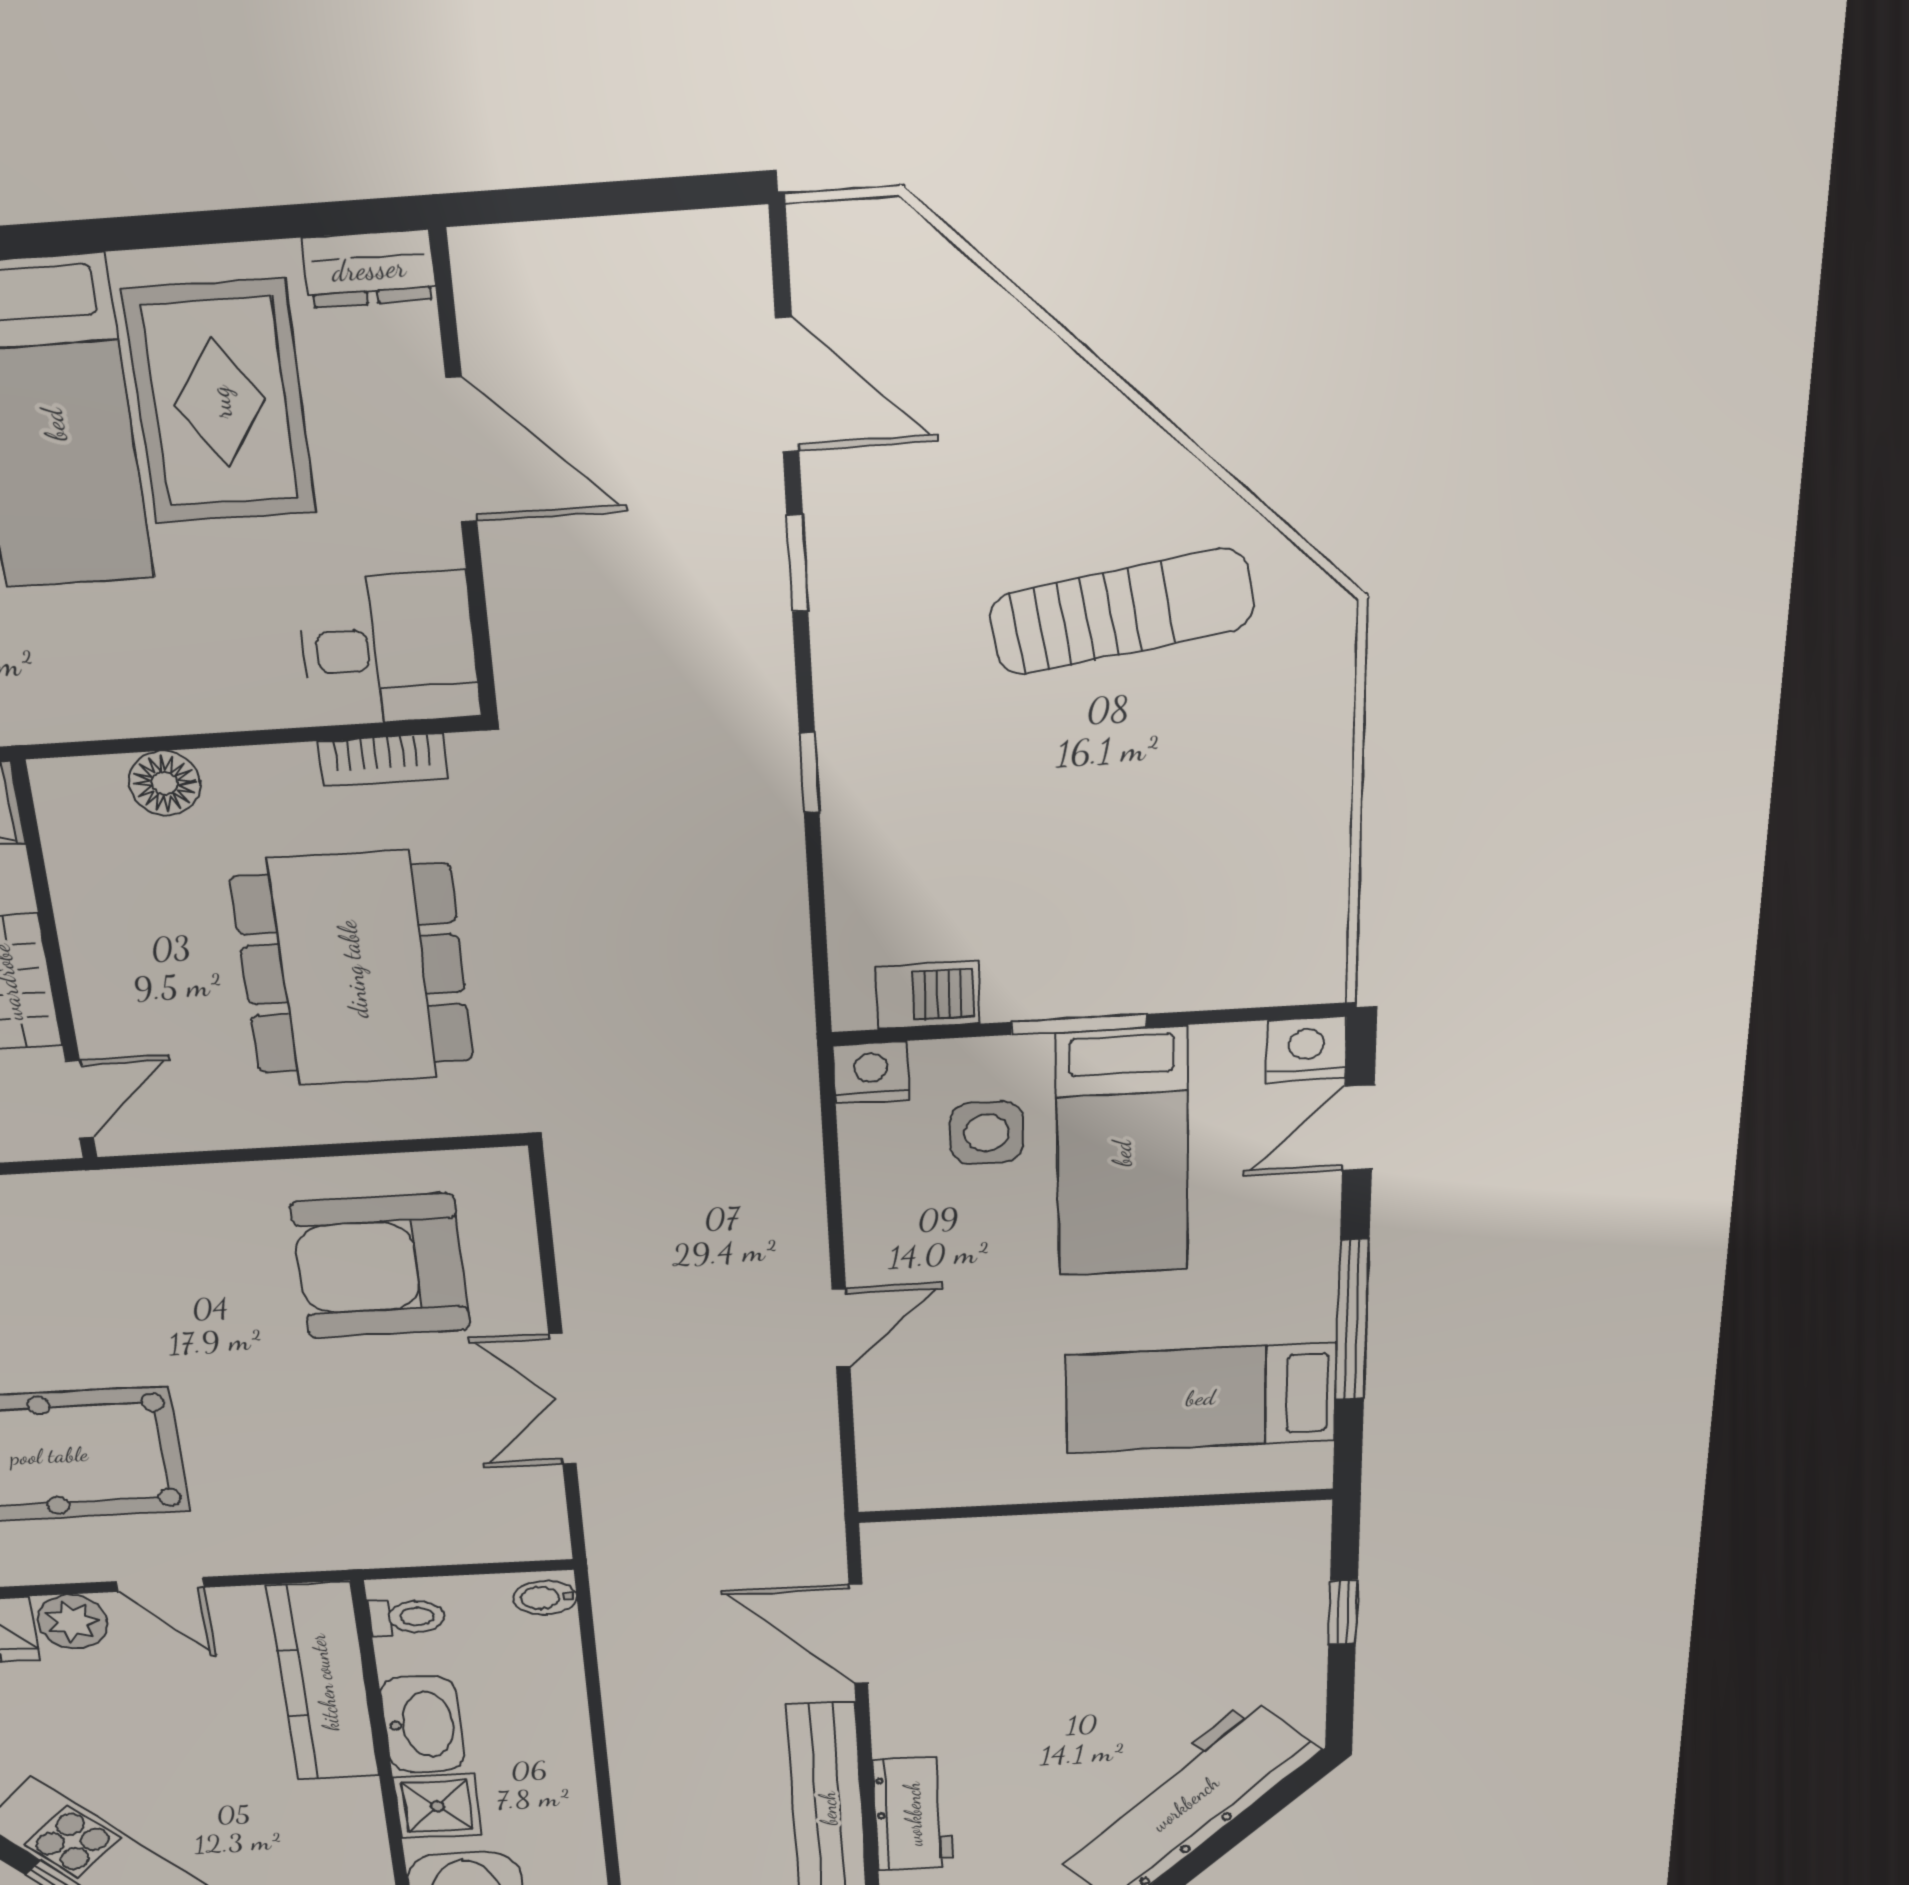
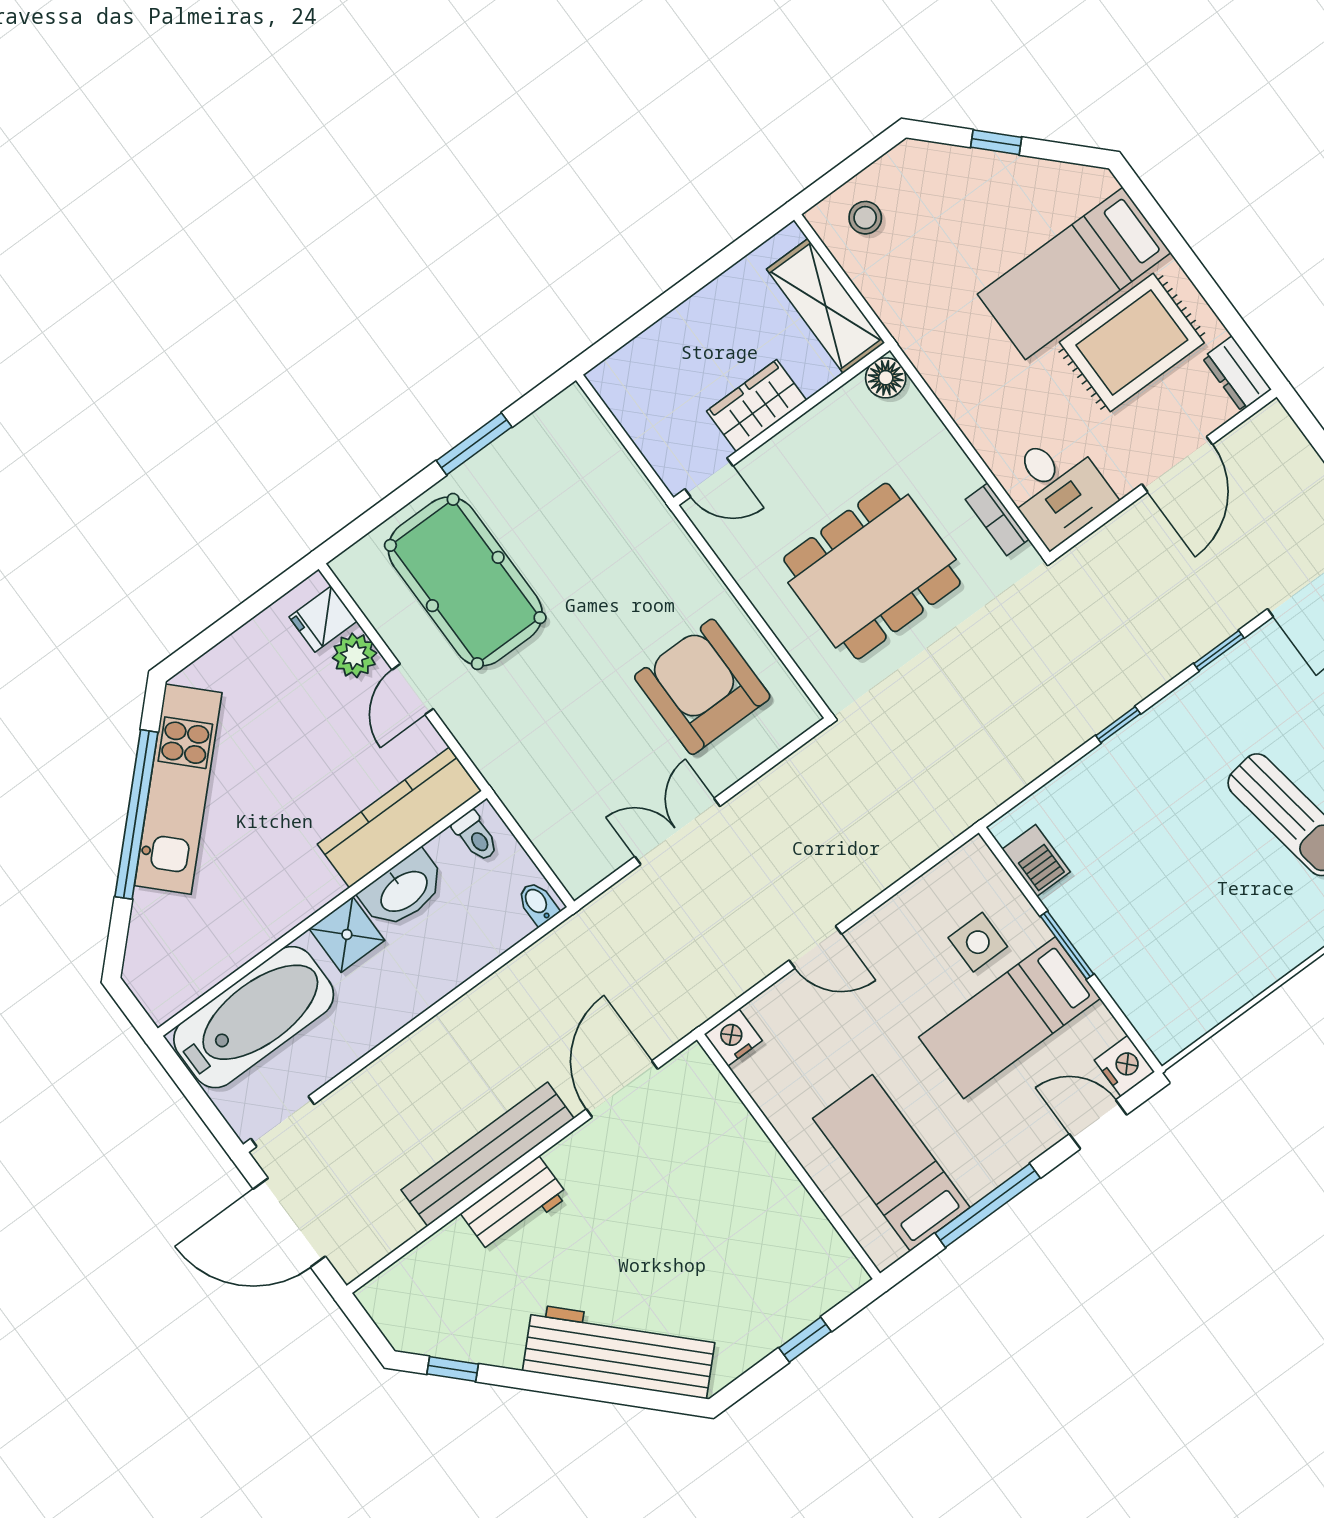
floor lamp: (165, 783) -> (886, 378), moved
nightstand: (871, 1072) -> (733, 1037), moved, turned -90

